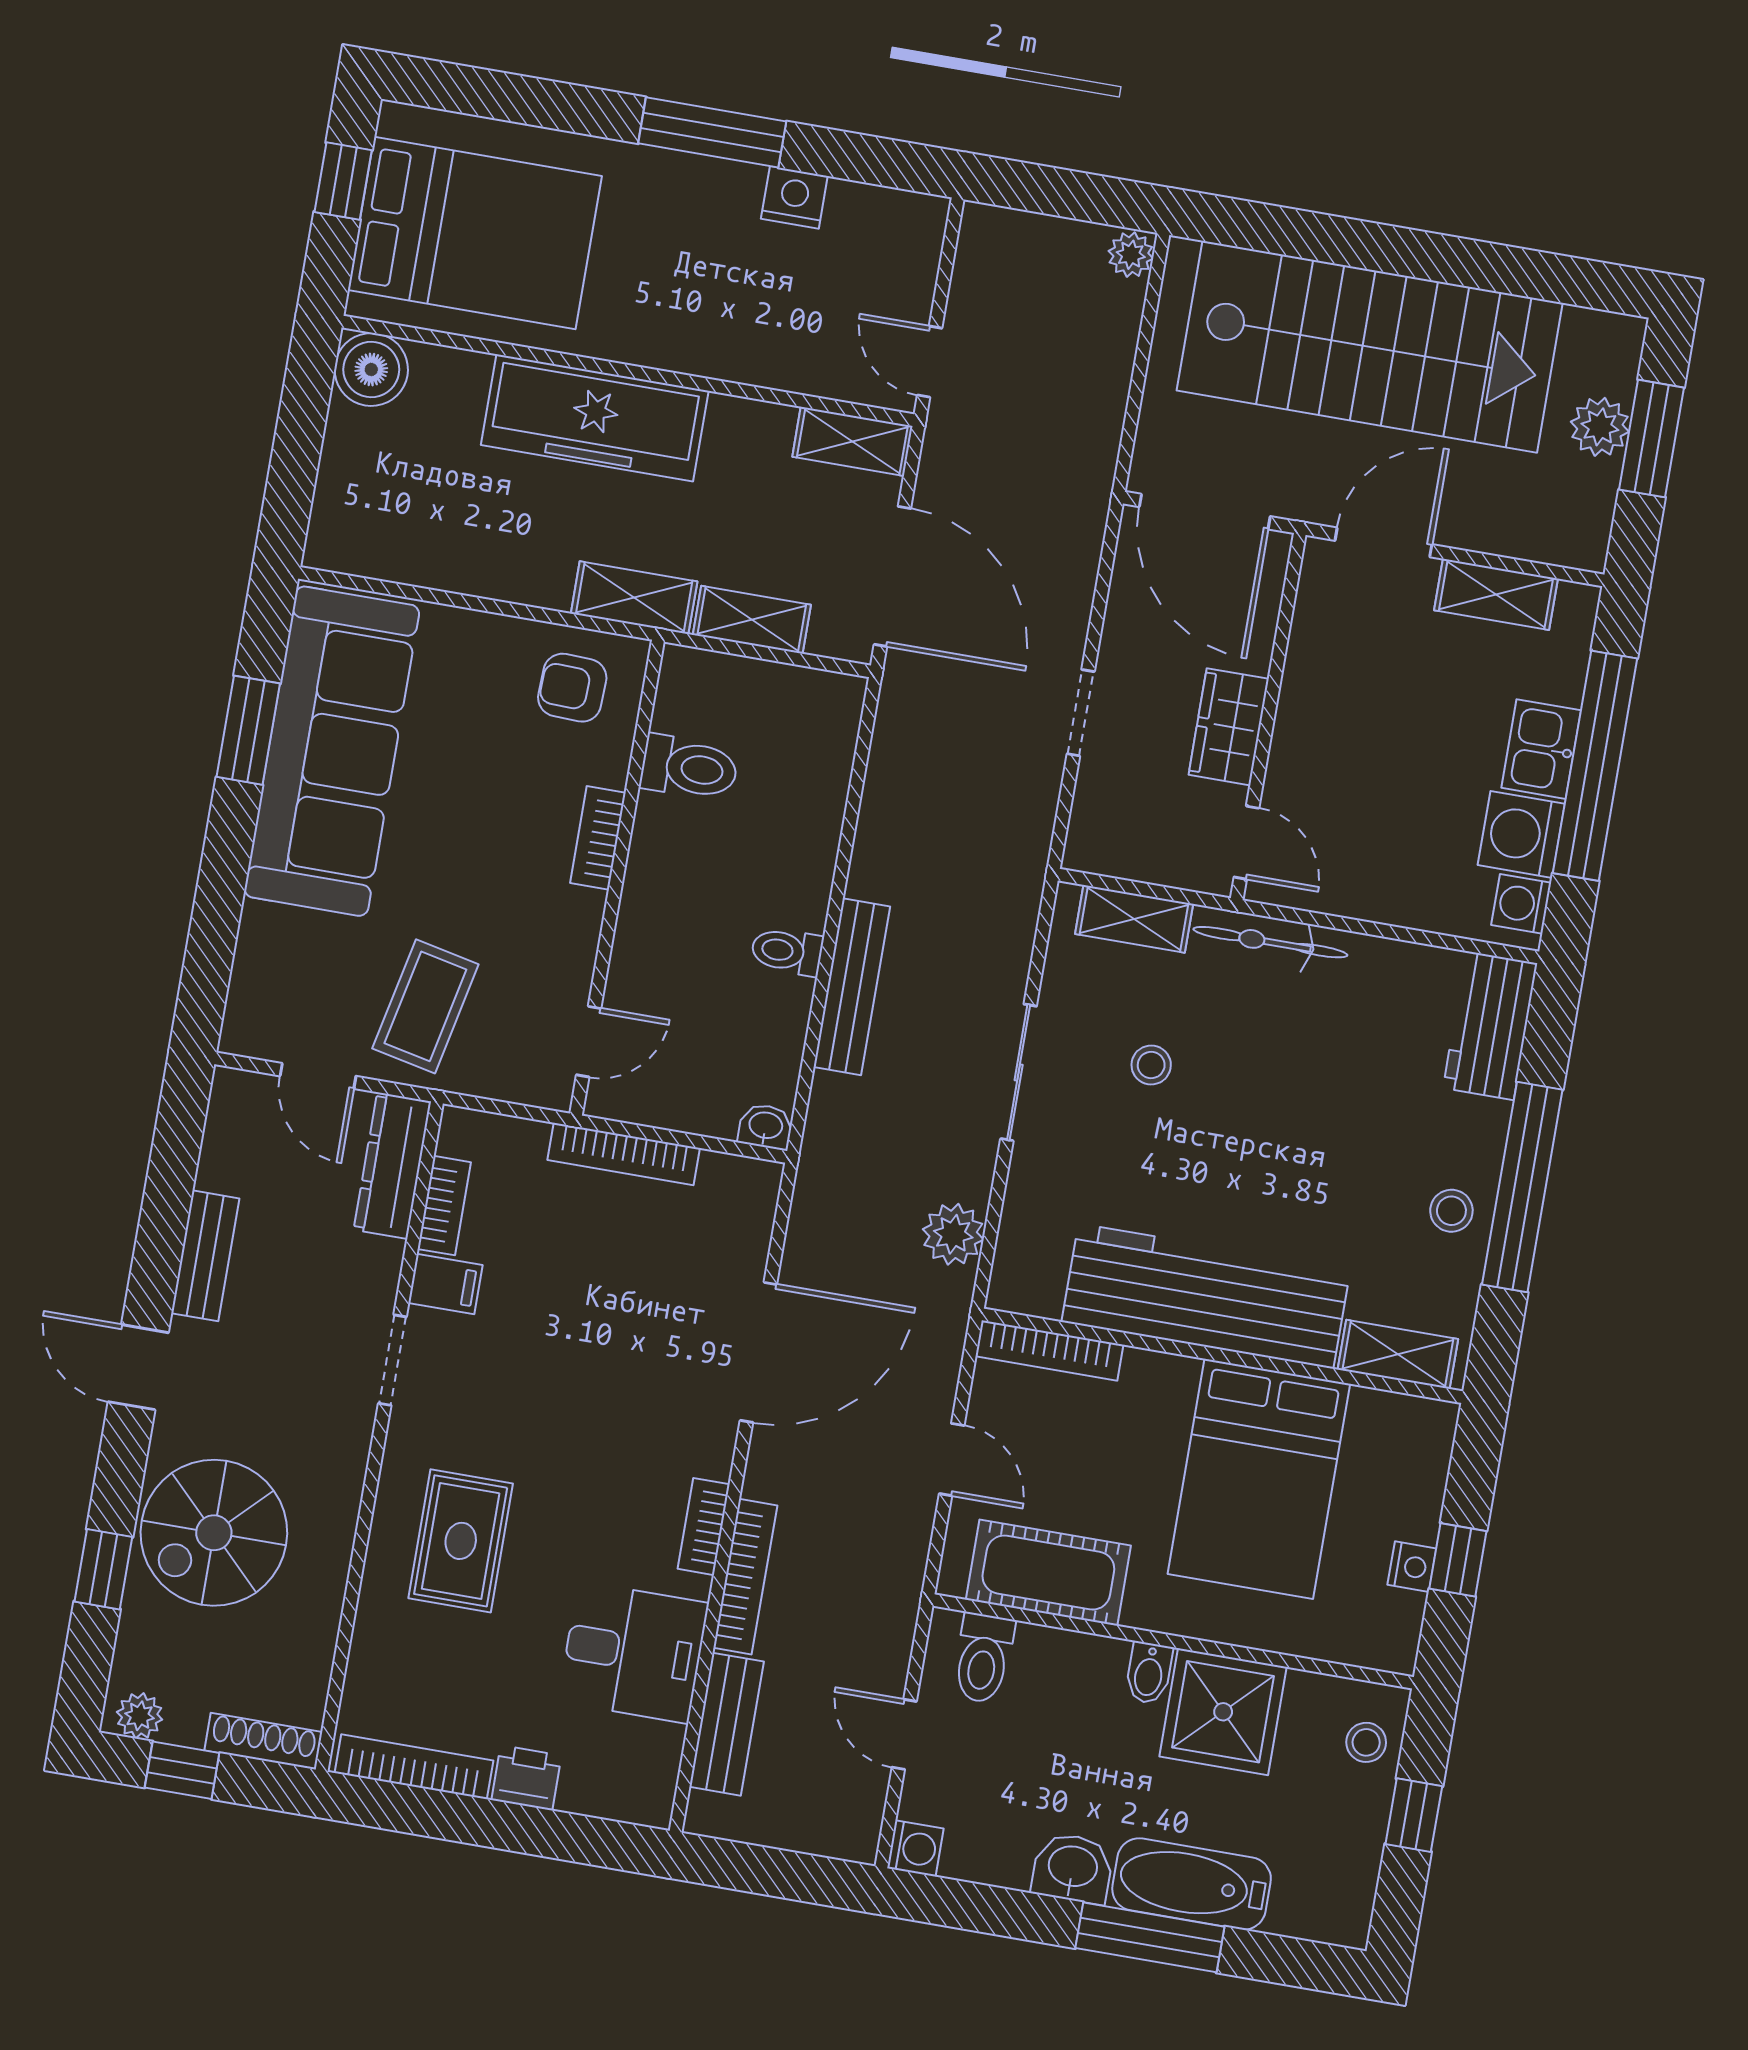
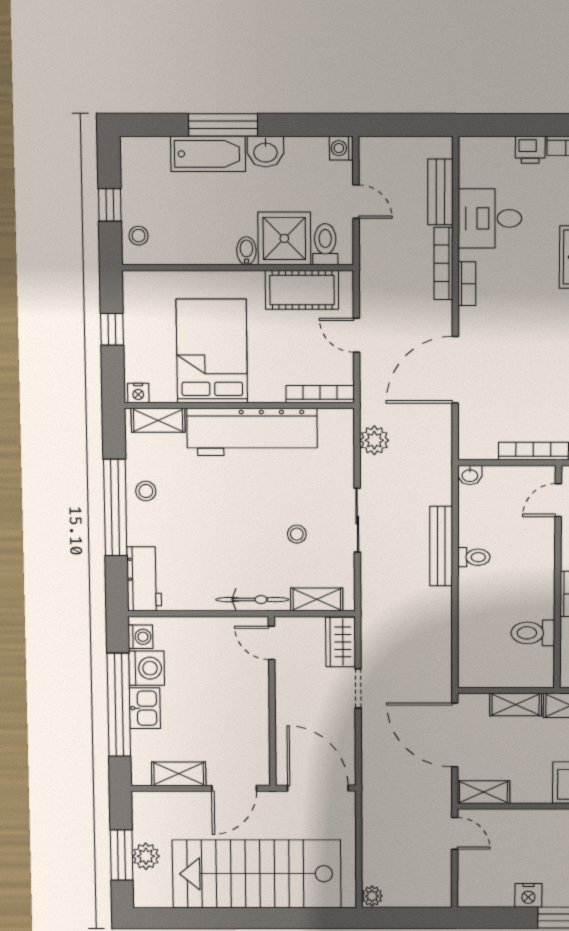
wardrobe: (1229, 727) -> (341, 642), moved, turned 180
nightstand: (1412, 1567) -> (138, 393), moved, turned -90
shower: (1223, 1712) -> (284, 238), moved

